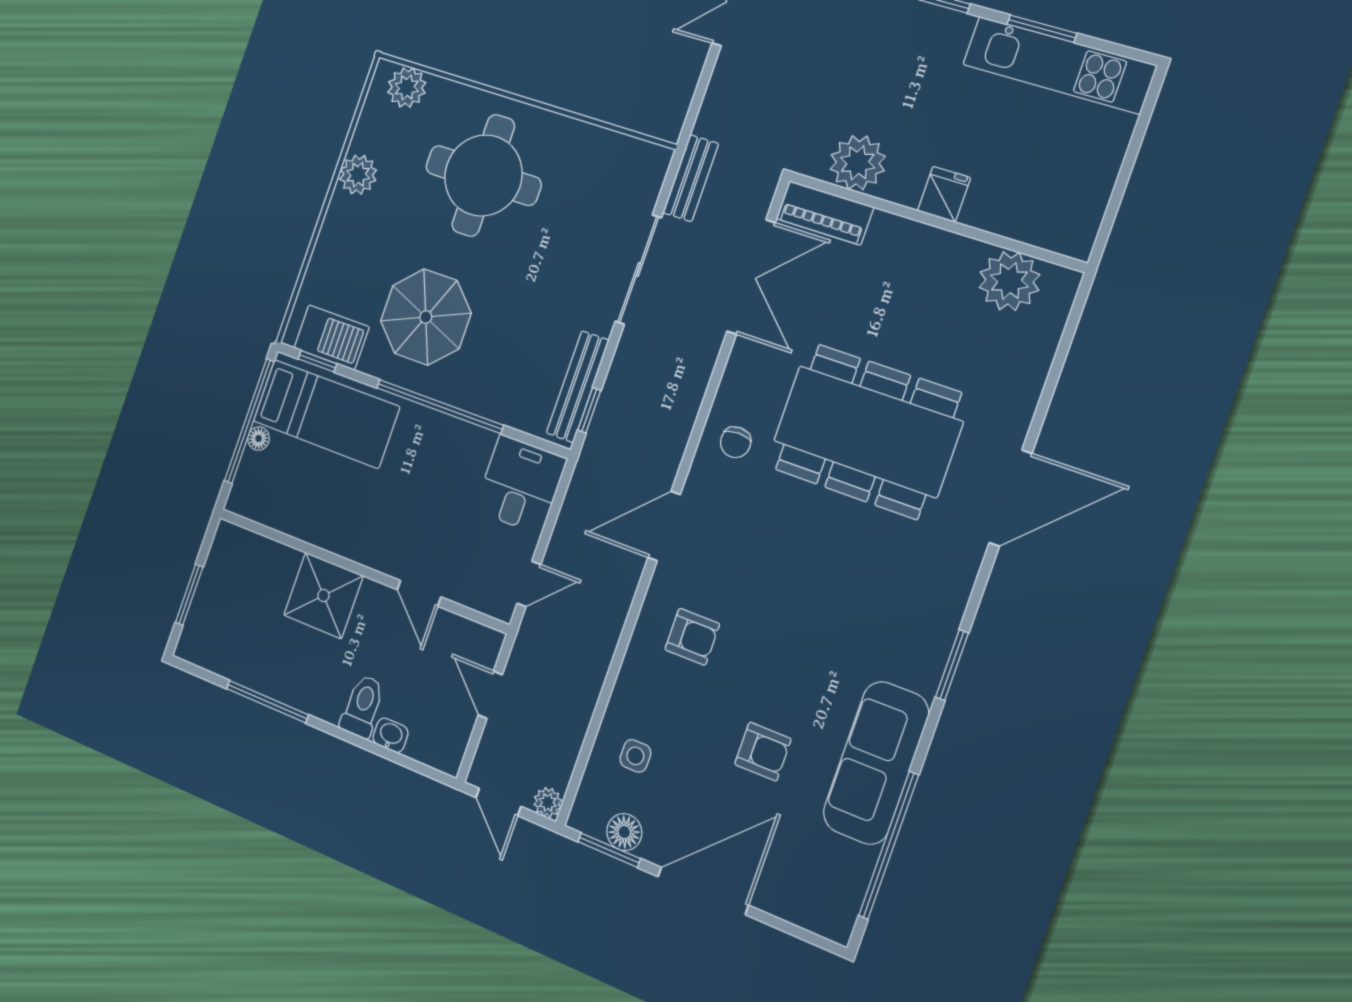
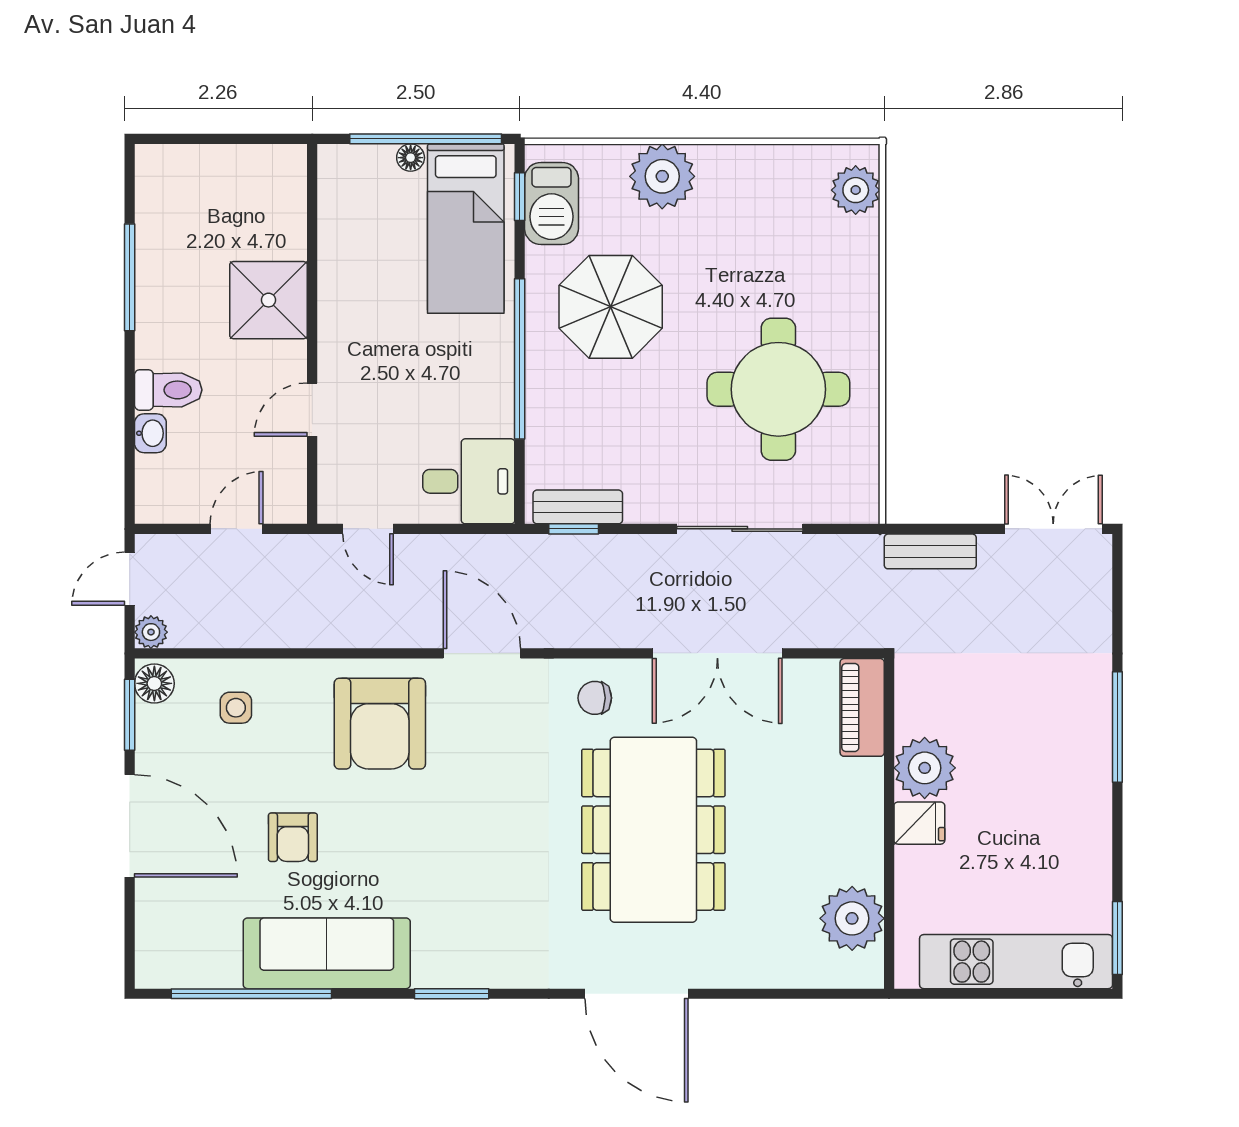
window: (1042, 29) -> (1117, 938), moved
kitchen unit: (1059, 65) -> (1016, 962), moved, turned 90
plant: (858, 163) -> (925, 768), moved
plant: (358, 175) -> (662, 176), moved, width x1.36, depth x1.36
round table: (483, 175) -> (778, 389), moved
bench: (691, 178) -> (930, 551), moved
double door: (751, 277) -> (717, 653), moved
bench: (578, 387) -> (578, 507), width x0.73
window: (189, 595) -> (209, 139), removed
armchair: (692, 637) -> (380, 724), width x1.88, depth x1.88
floor lamp: (624, 832) -> (154, 683), moved

